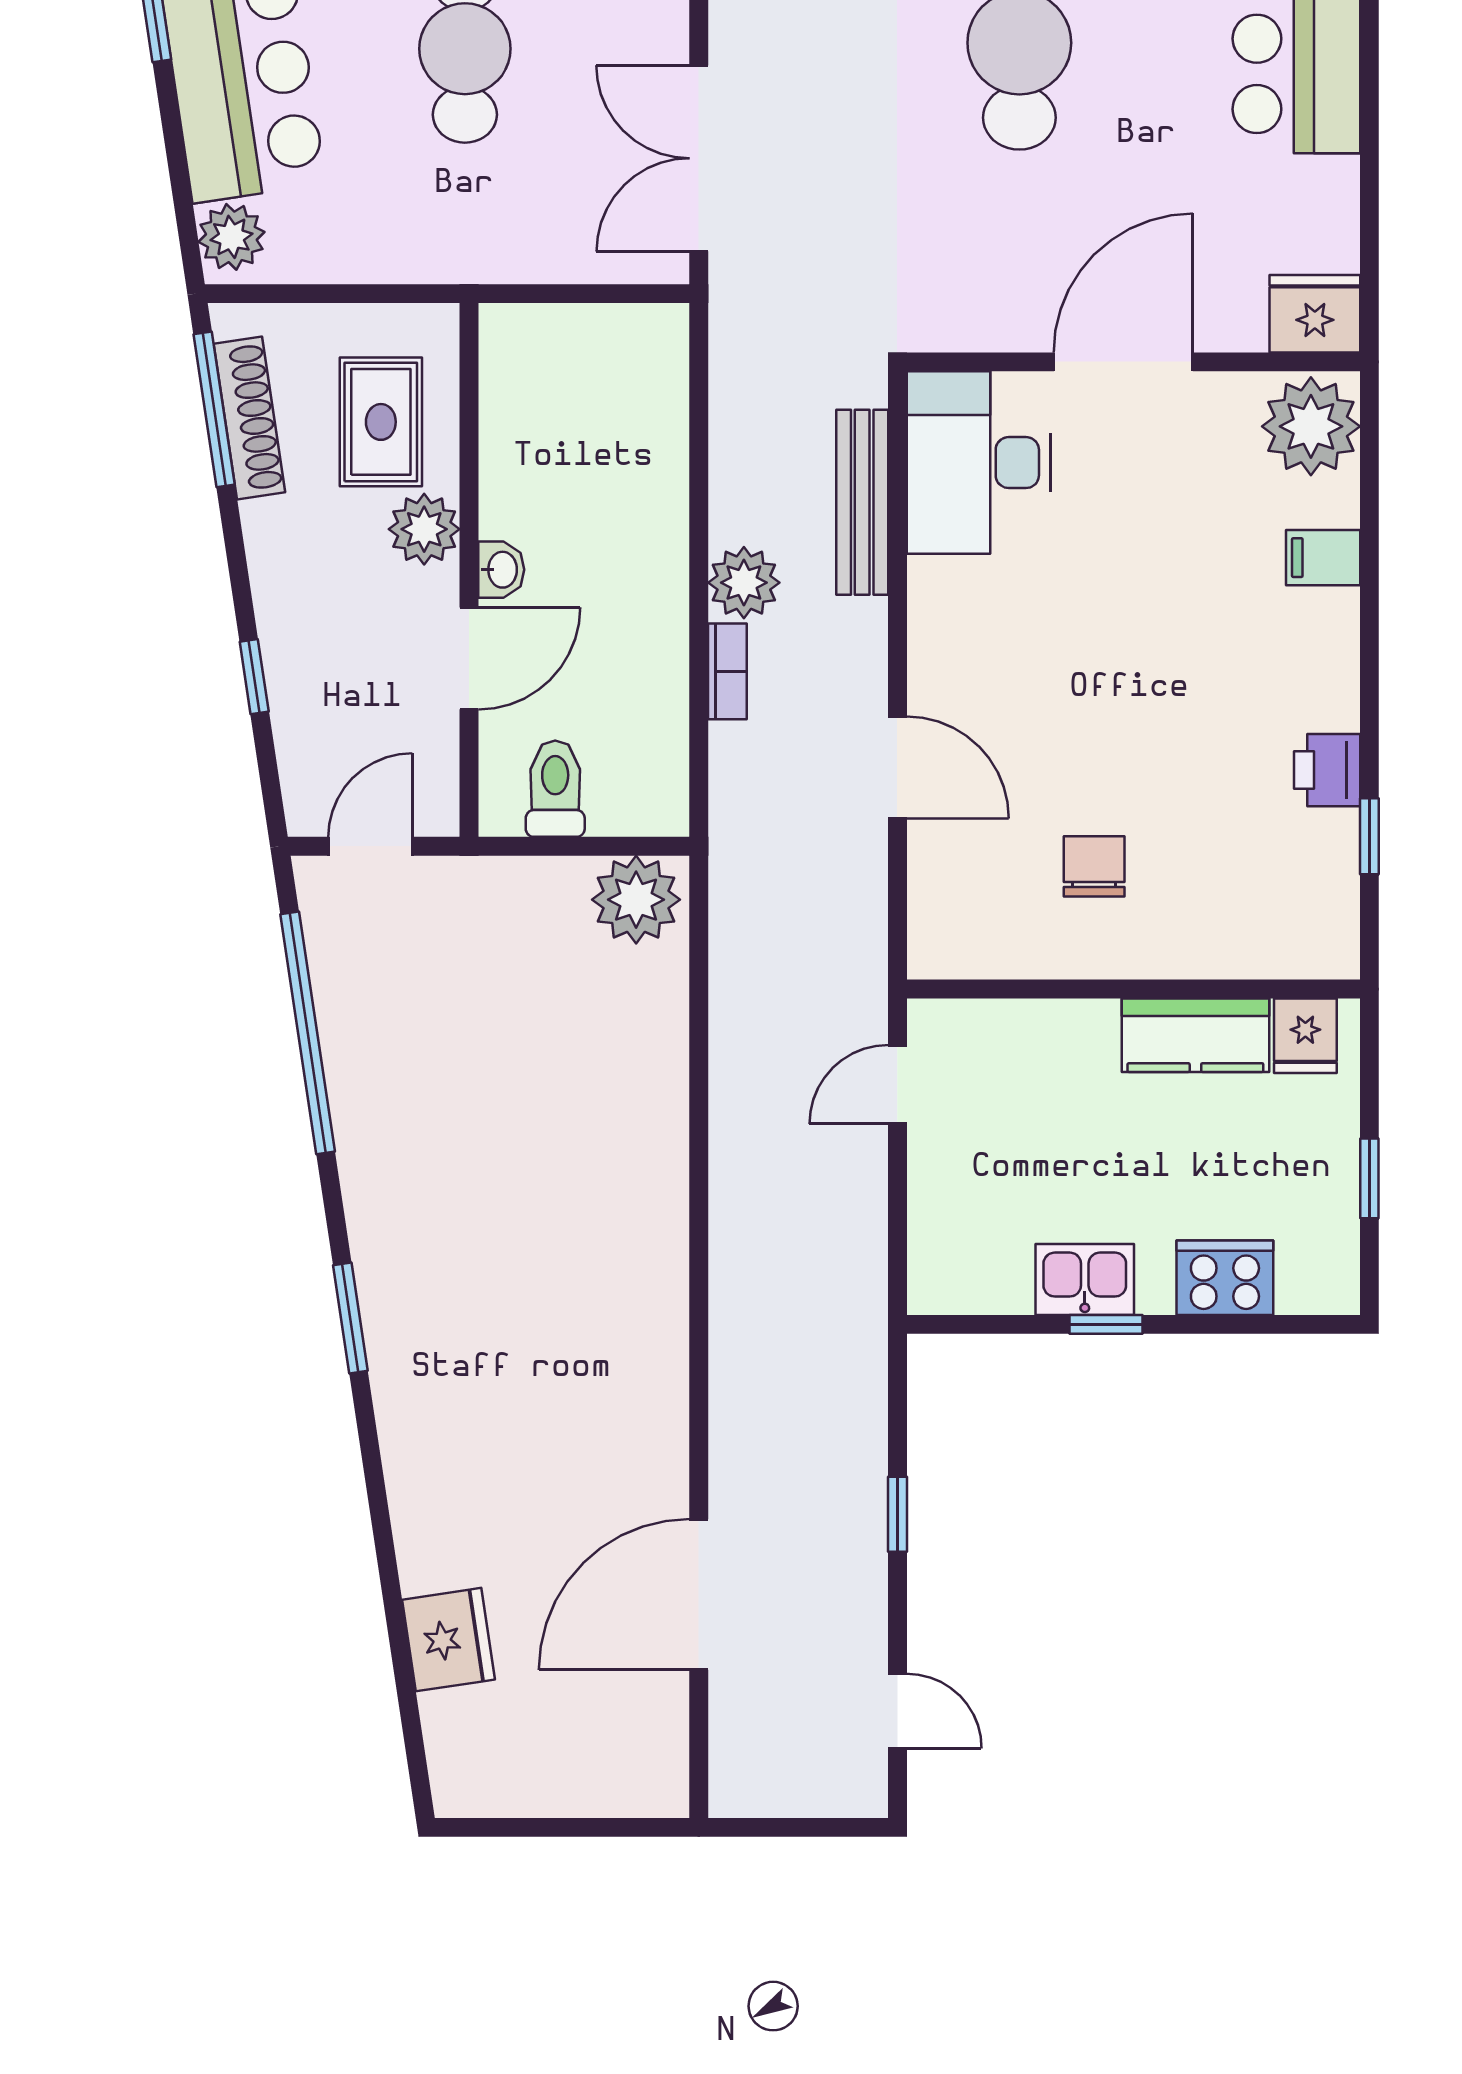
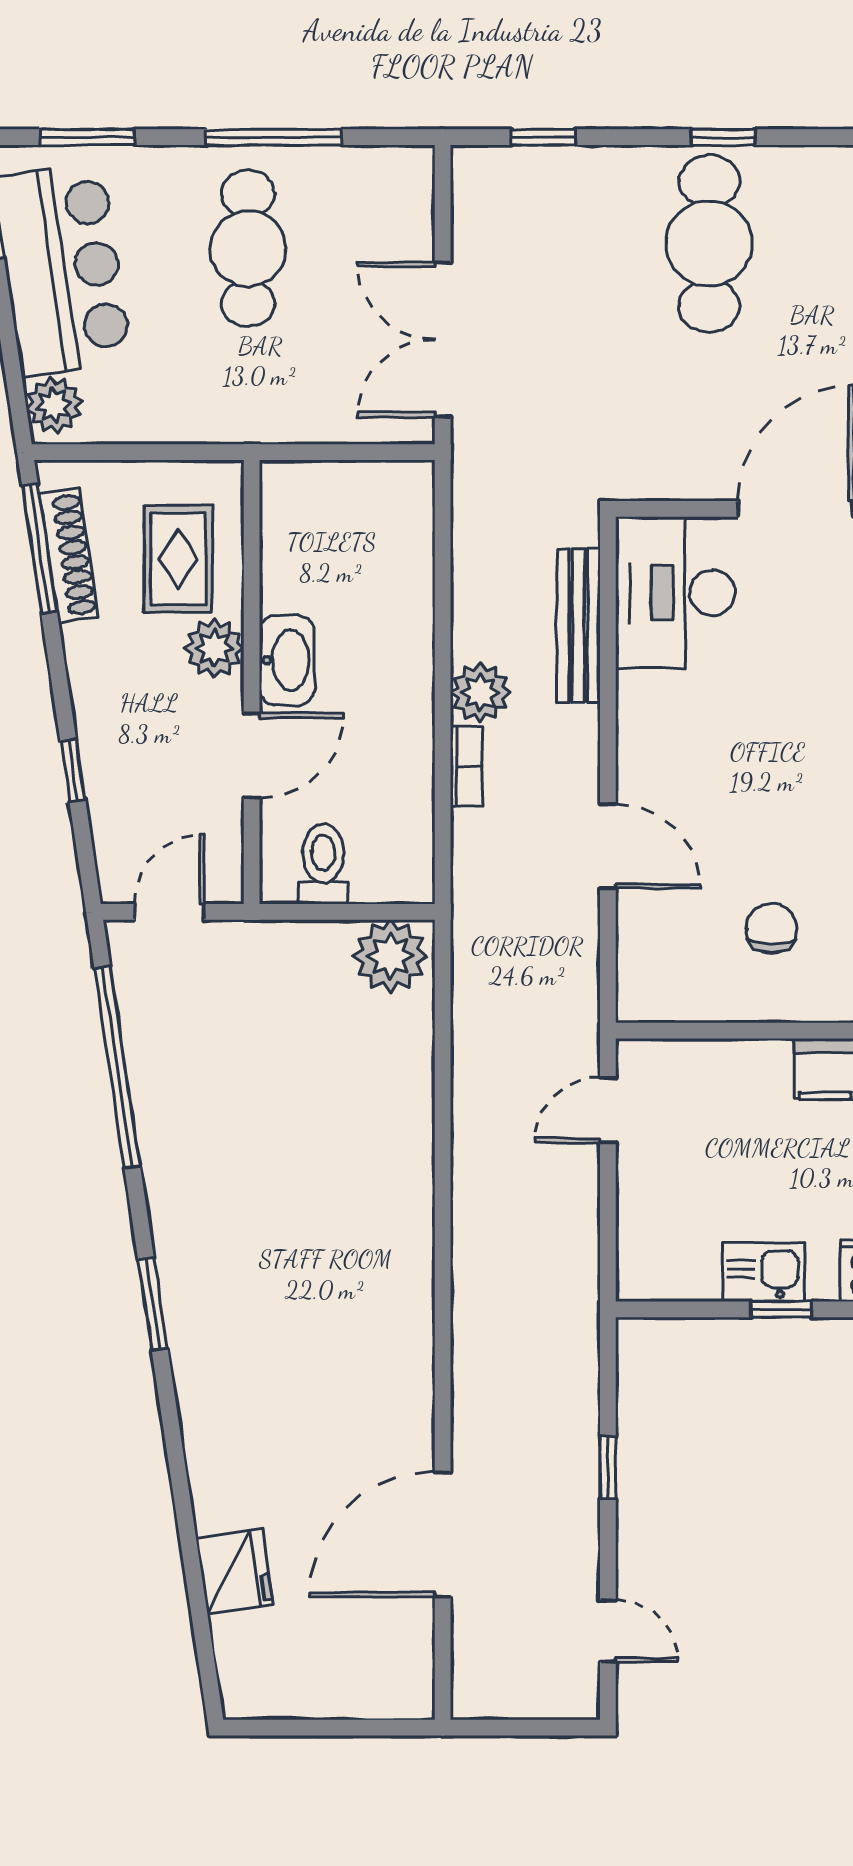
washbasin: (501, 570) -> (287, 660), width x1.91, depth x1.45

